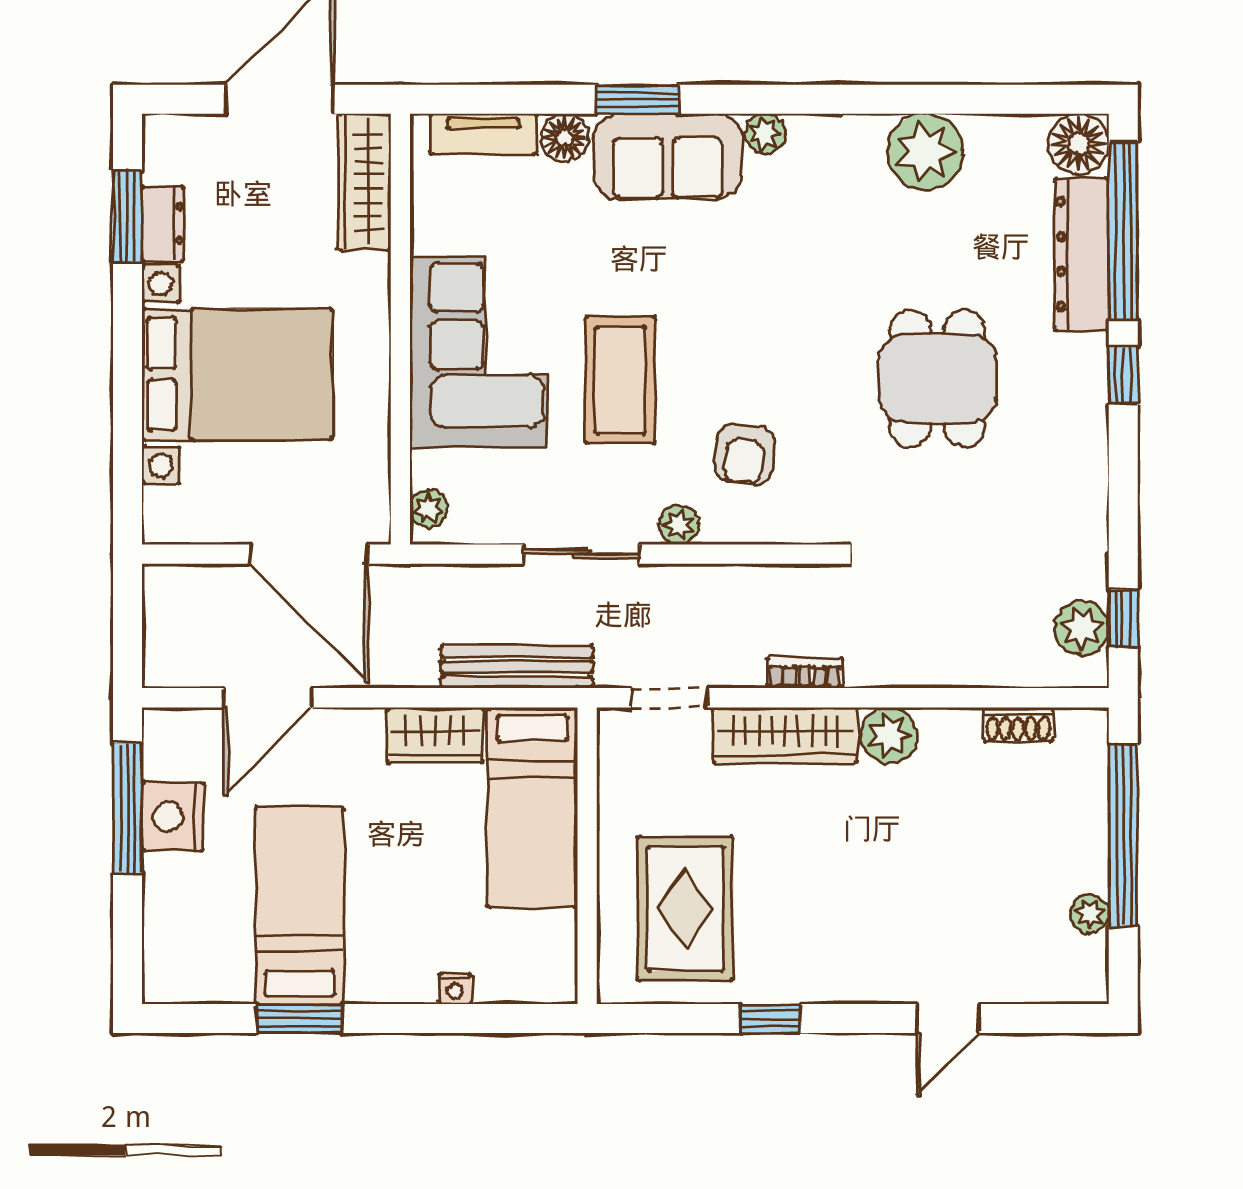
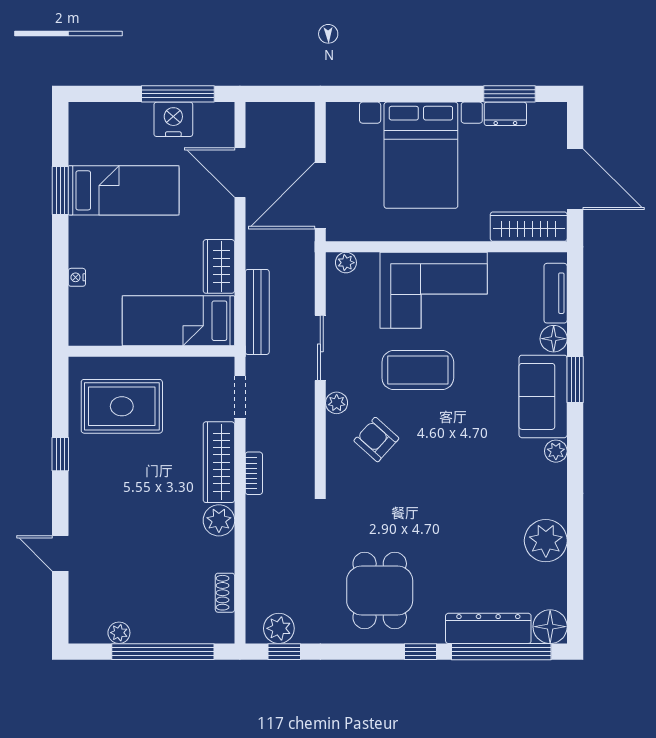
dining table: (938, 378) -> (380, 591), moved, turned 90
armchair: (745, 454) -> (376, 440), turned 37

